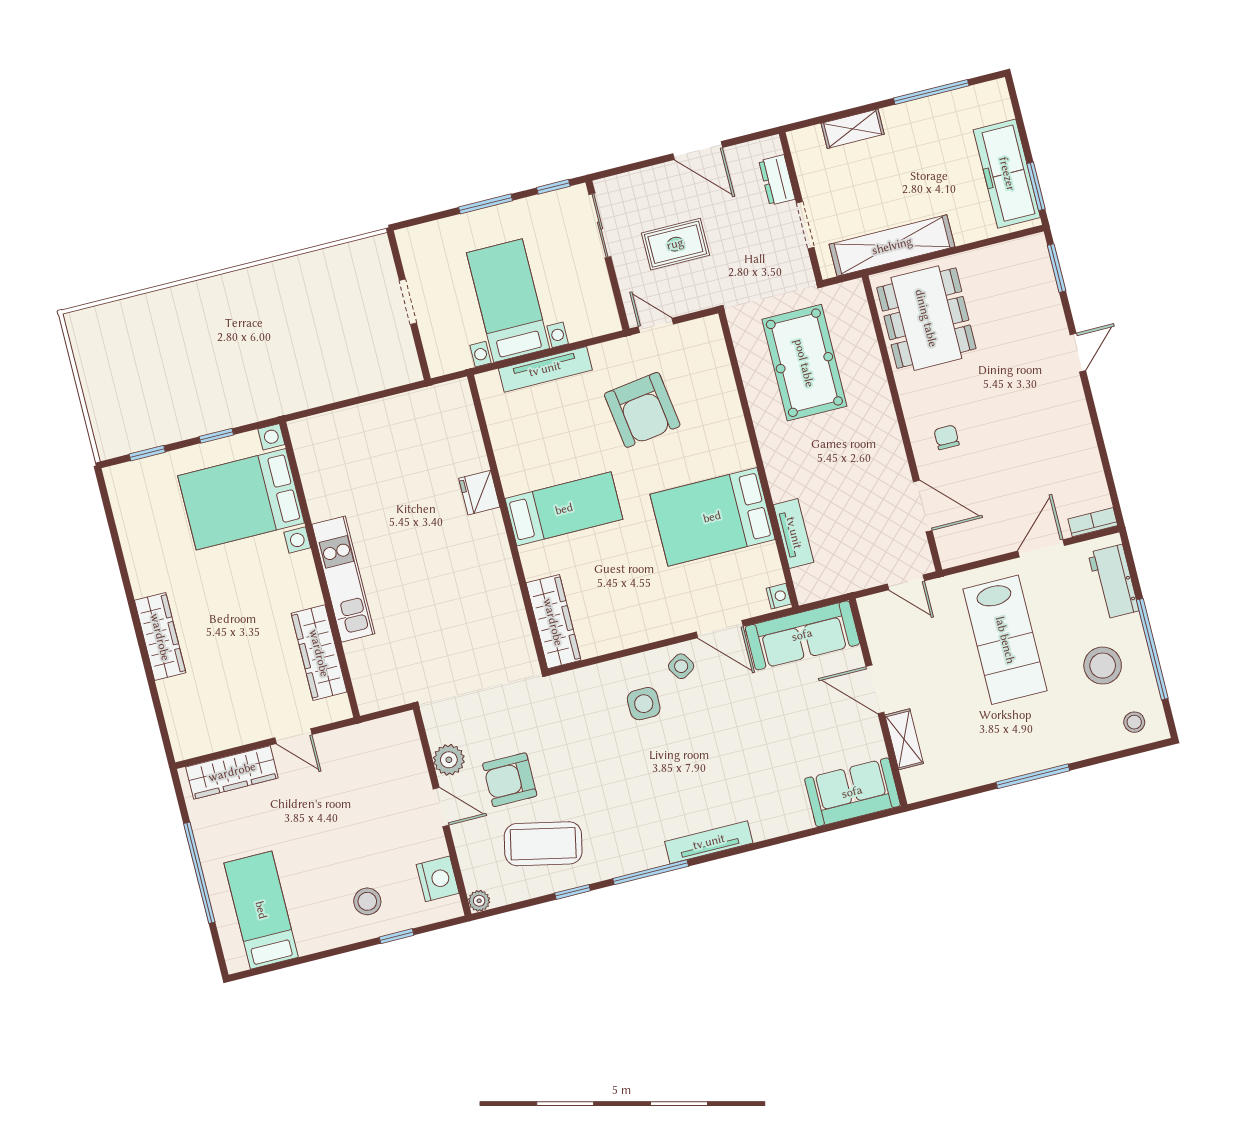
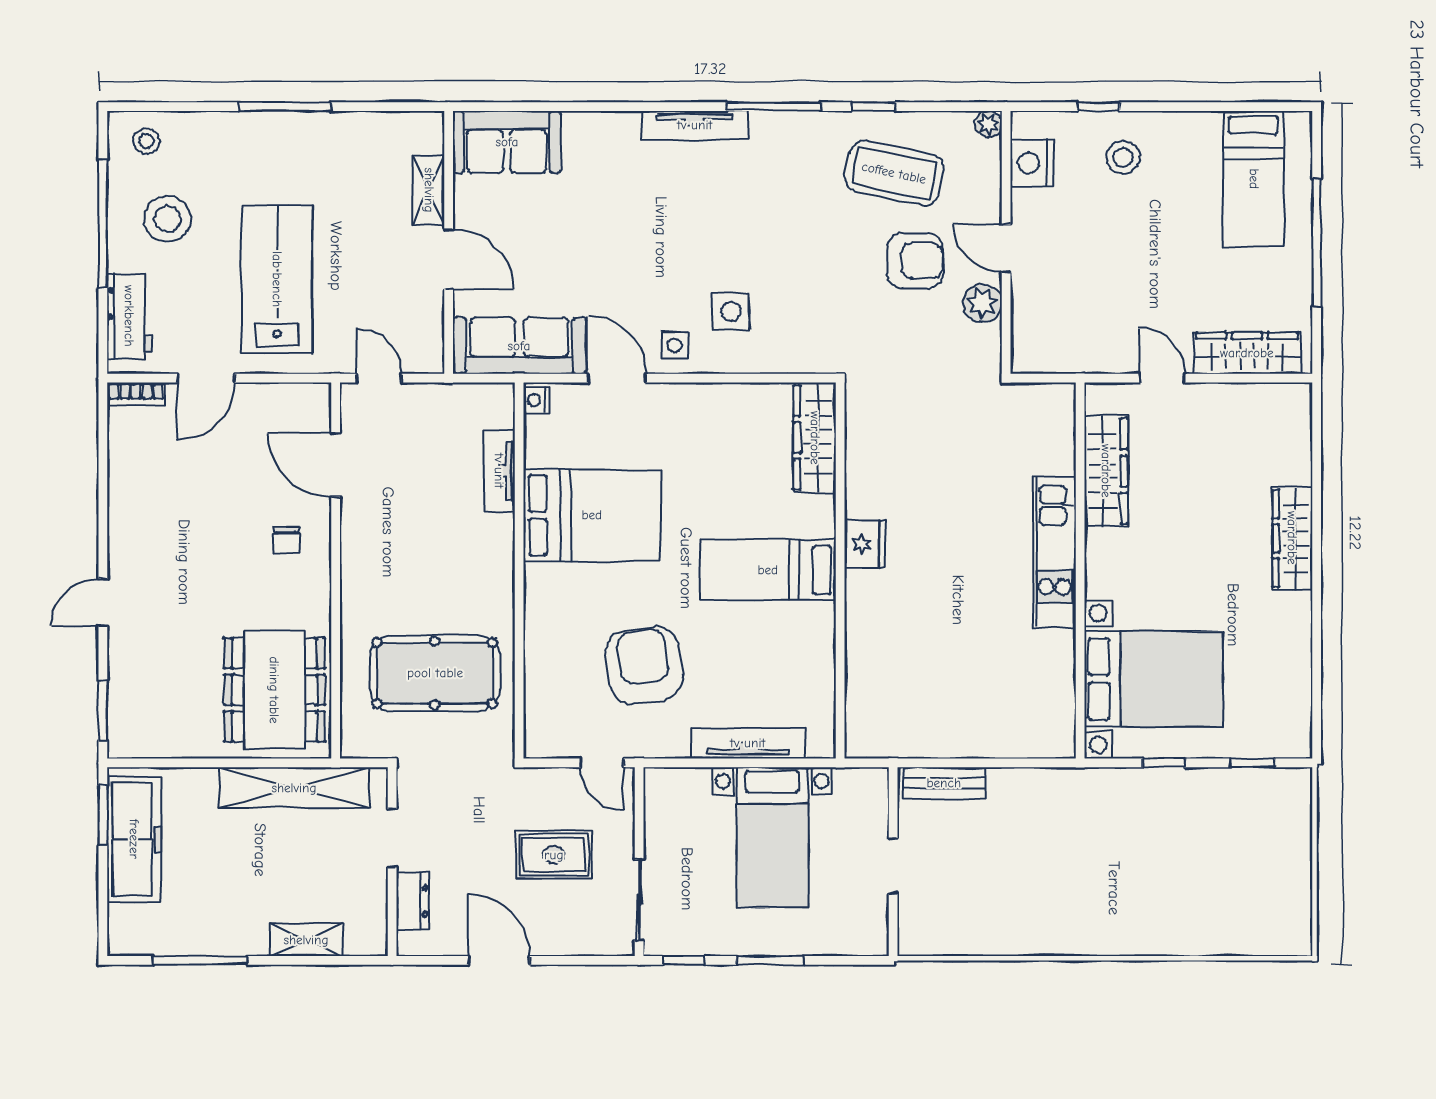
pool table: (804, 363) -> (435, 673), turned 90
bench: (384, 377) -> (944, 783), added
fridge: (479, 493) -> (865, 544), moved
side table: (681, 666) -> (675, 345), turned 32

